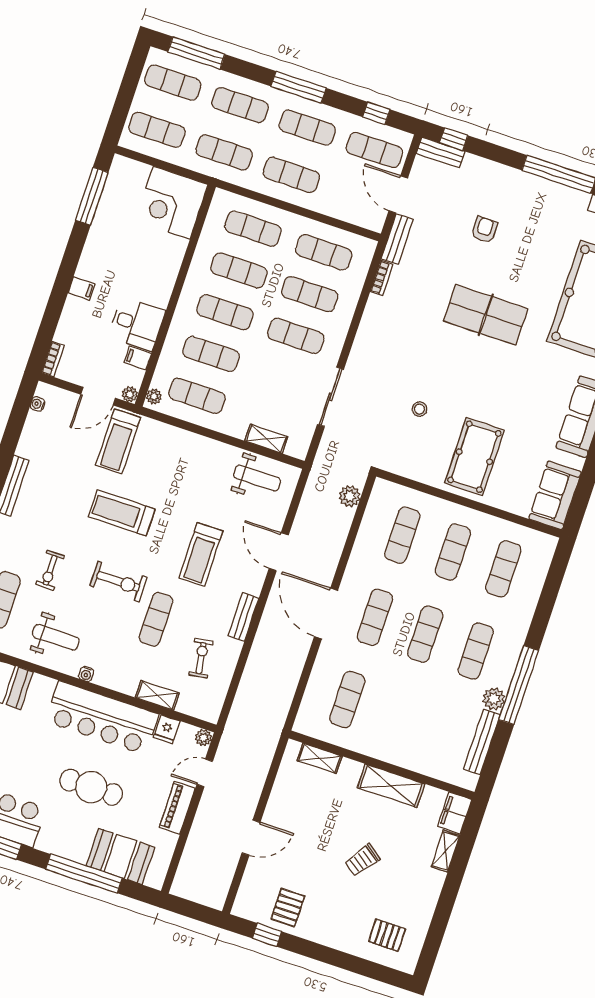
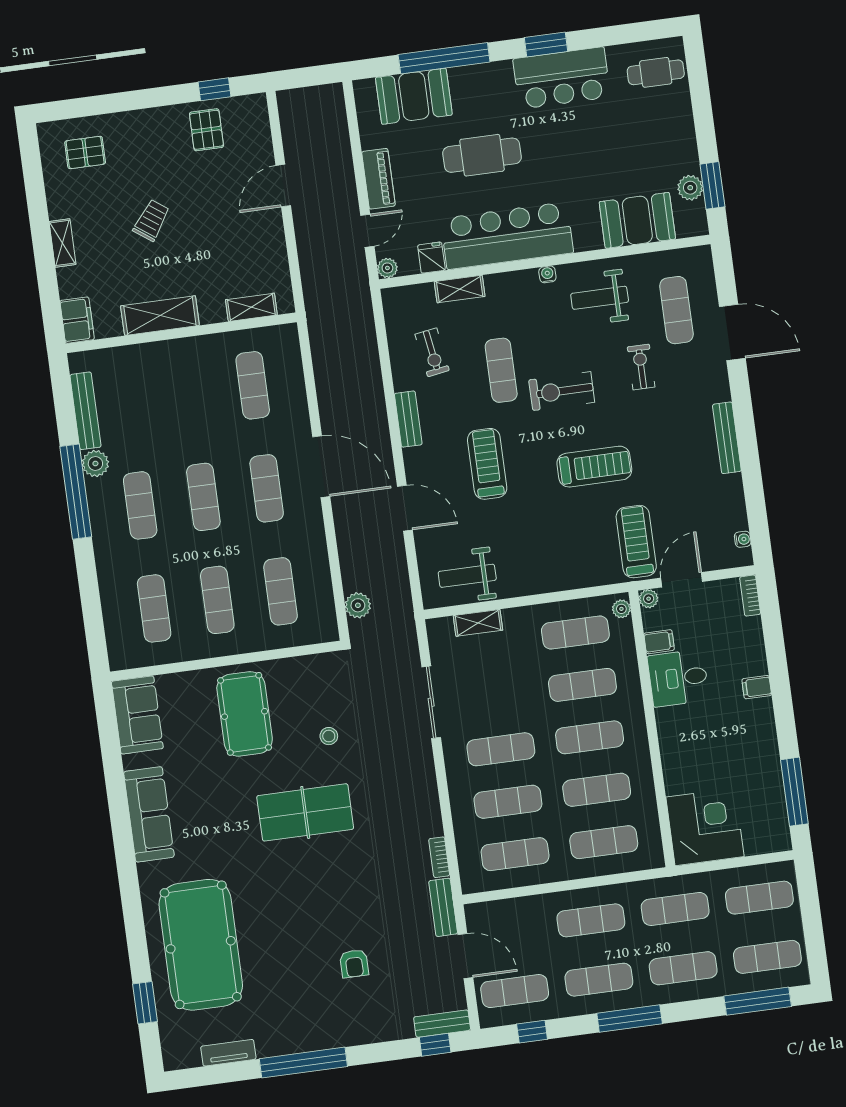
table tennis table: (486, 315) -> (305, 812), moved
shelving: (446, 851) -> (63, 243), moved

